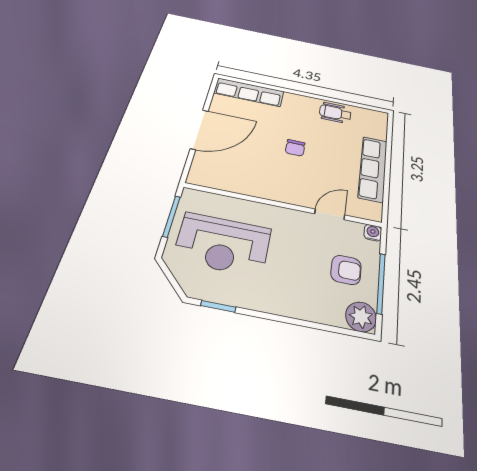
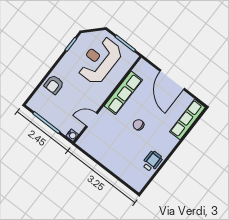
row of seats: (373, 169) -> (123, 93), moved, turned 90
door: (330, 214) -> (92, 120), swing flipped
armchair: (346, 270) -> (54, 85), moved
plant: (361, 317) -> (36, 104), removed

